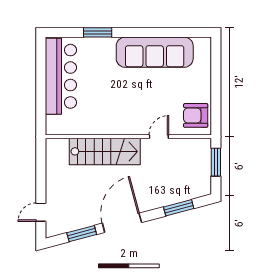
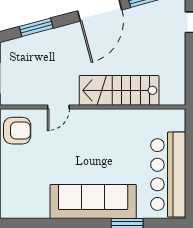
sofa: (155, 52) -> (93, 201), moved

